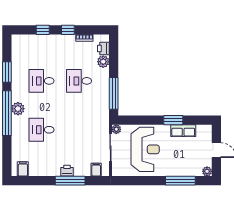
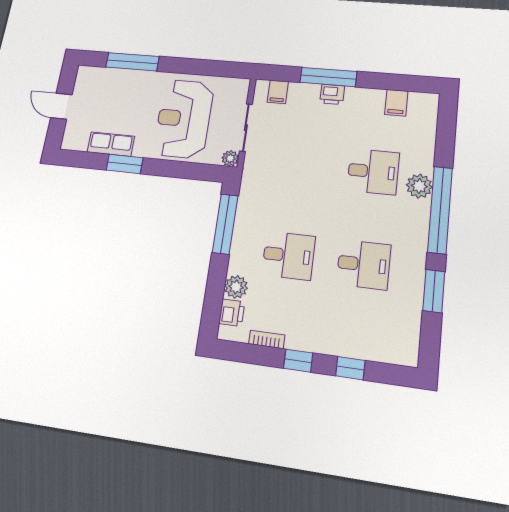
plant: (18, 109) -> (419, 186), moved
filing cabinet: (23, 169) -> (396, 103), moved
plant: (207, 171) -> (84, 73), removed

